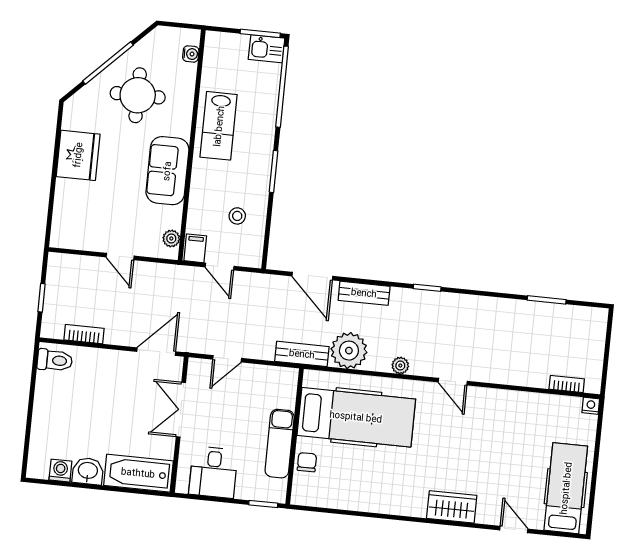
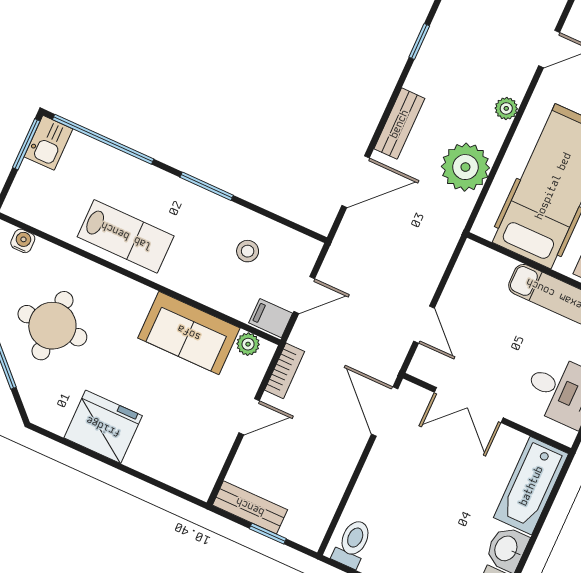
sofa: (167, 171) -> (189, 333), moved
bookcase: (84, 334) -> (285, 371), moved, turned 180
bench: (302, 354) -> (250, 507), moved, turned 90

